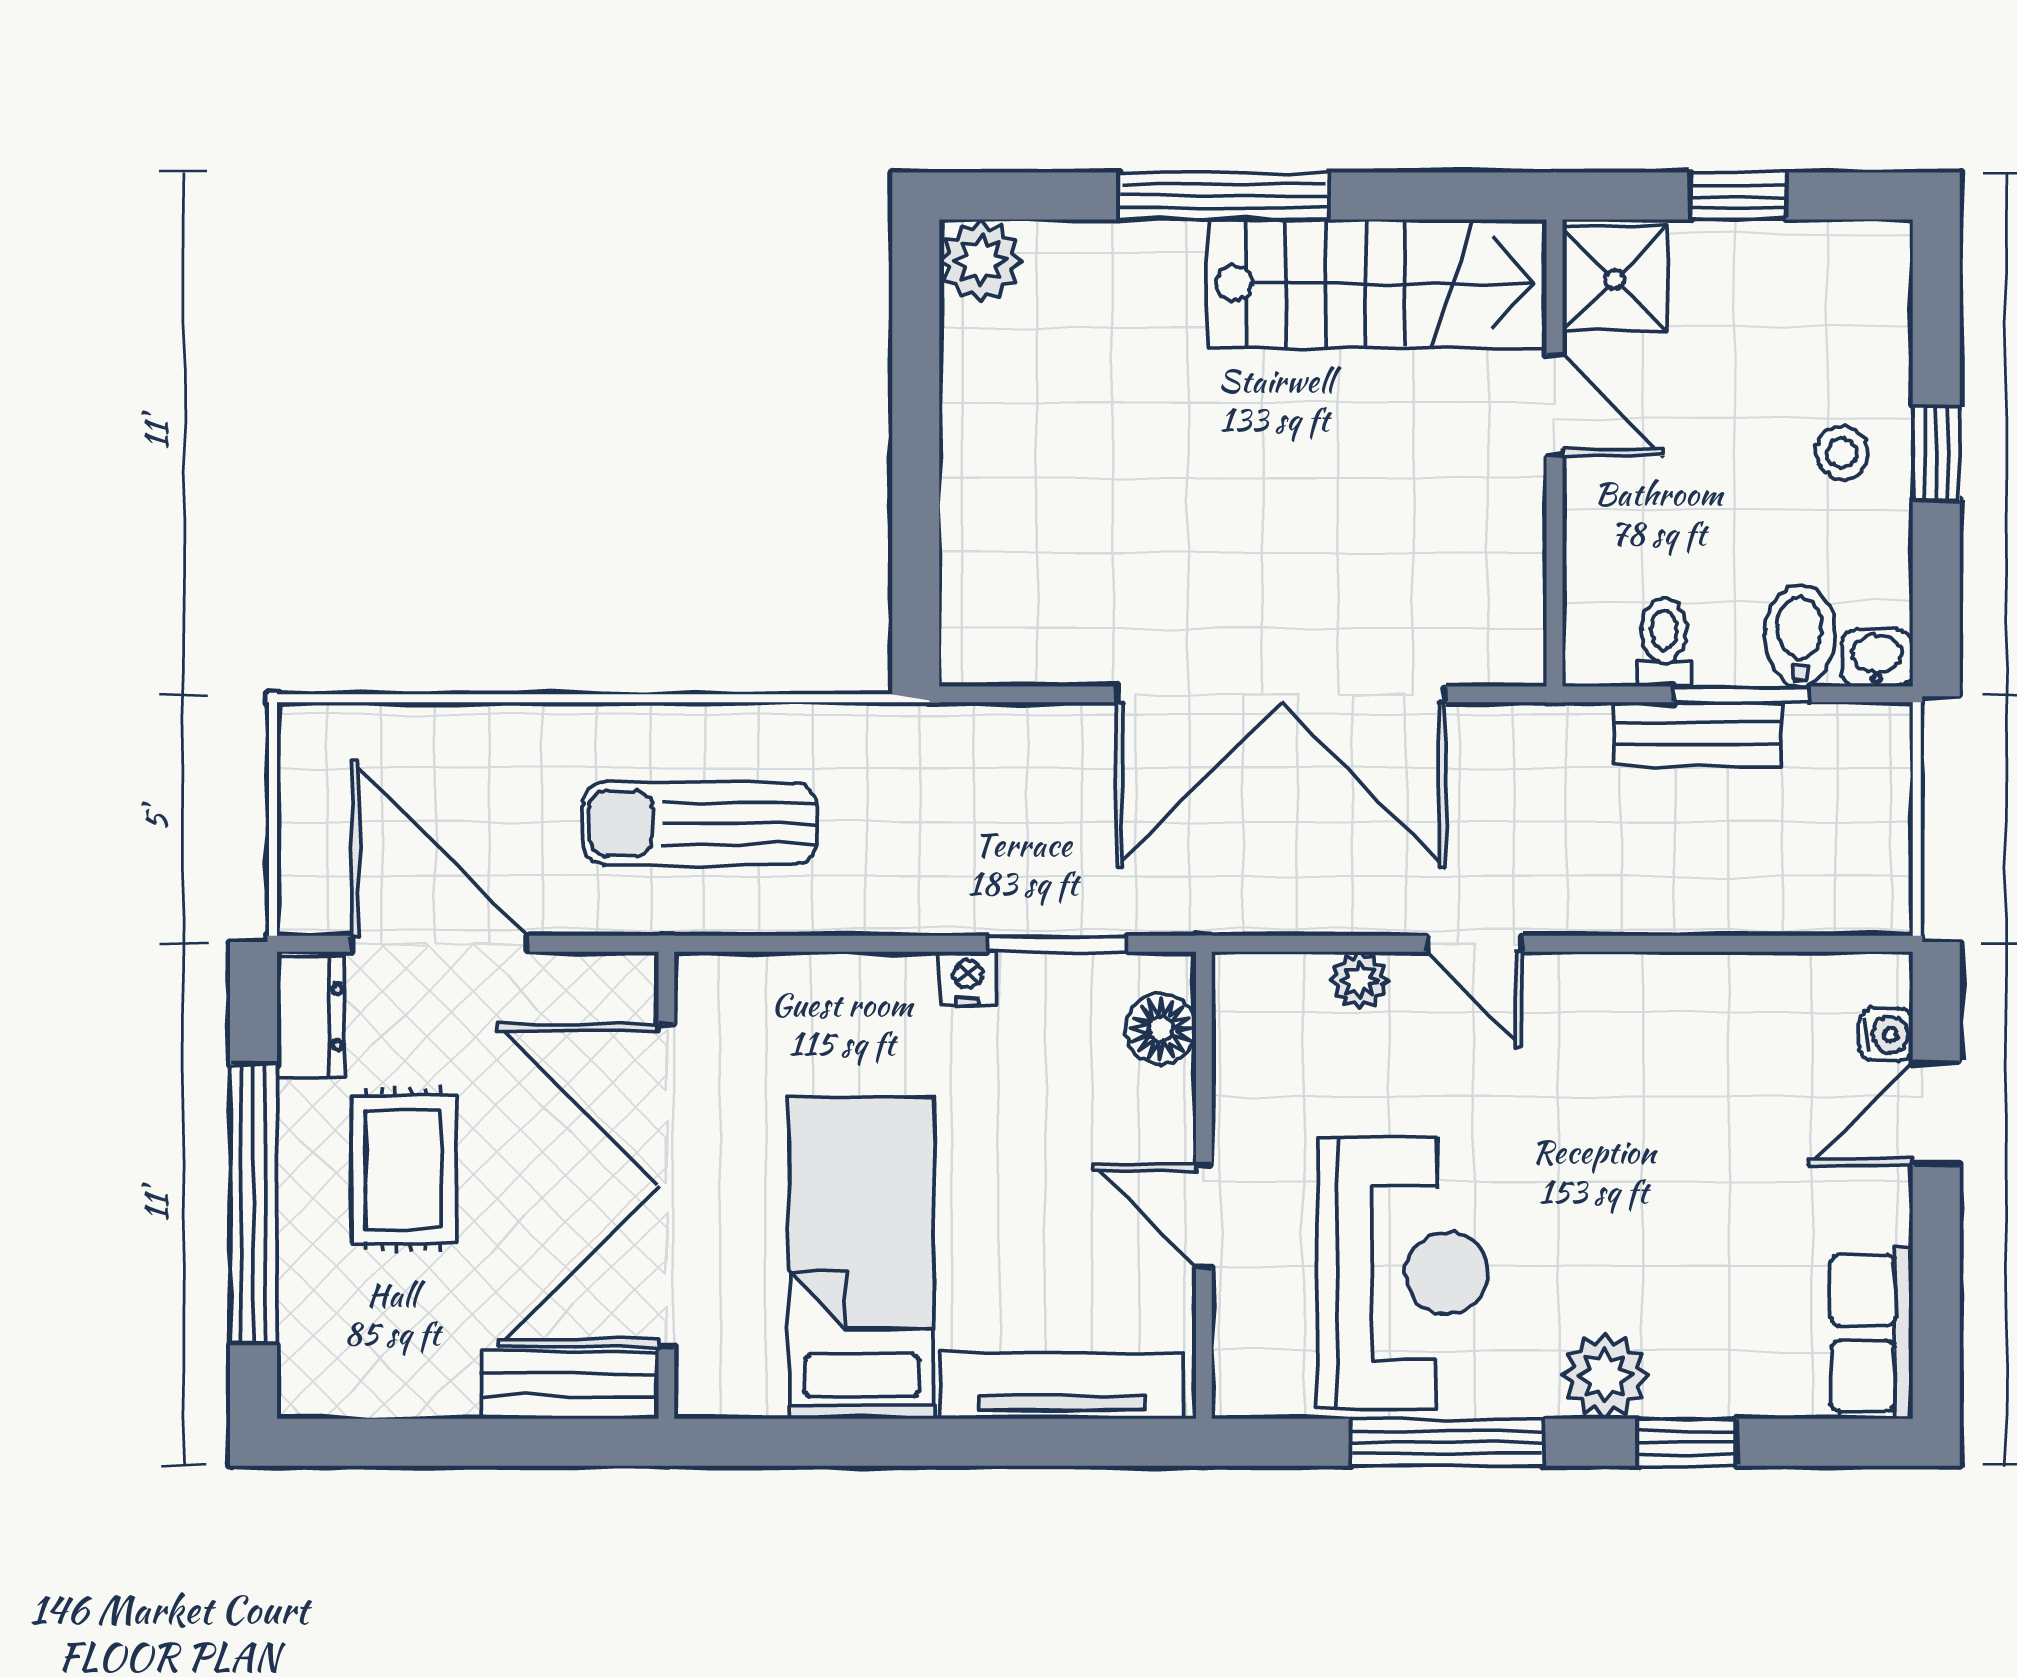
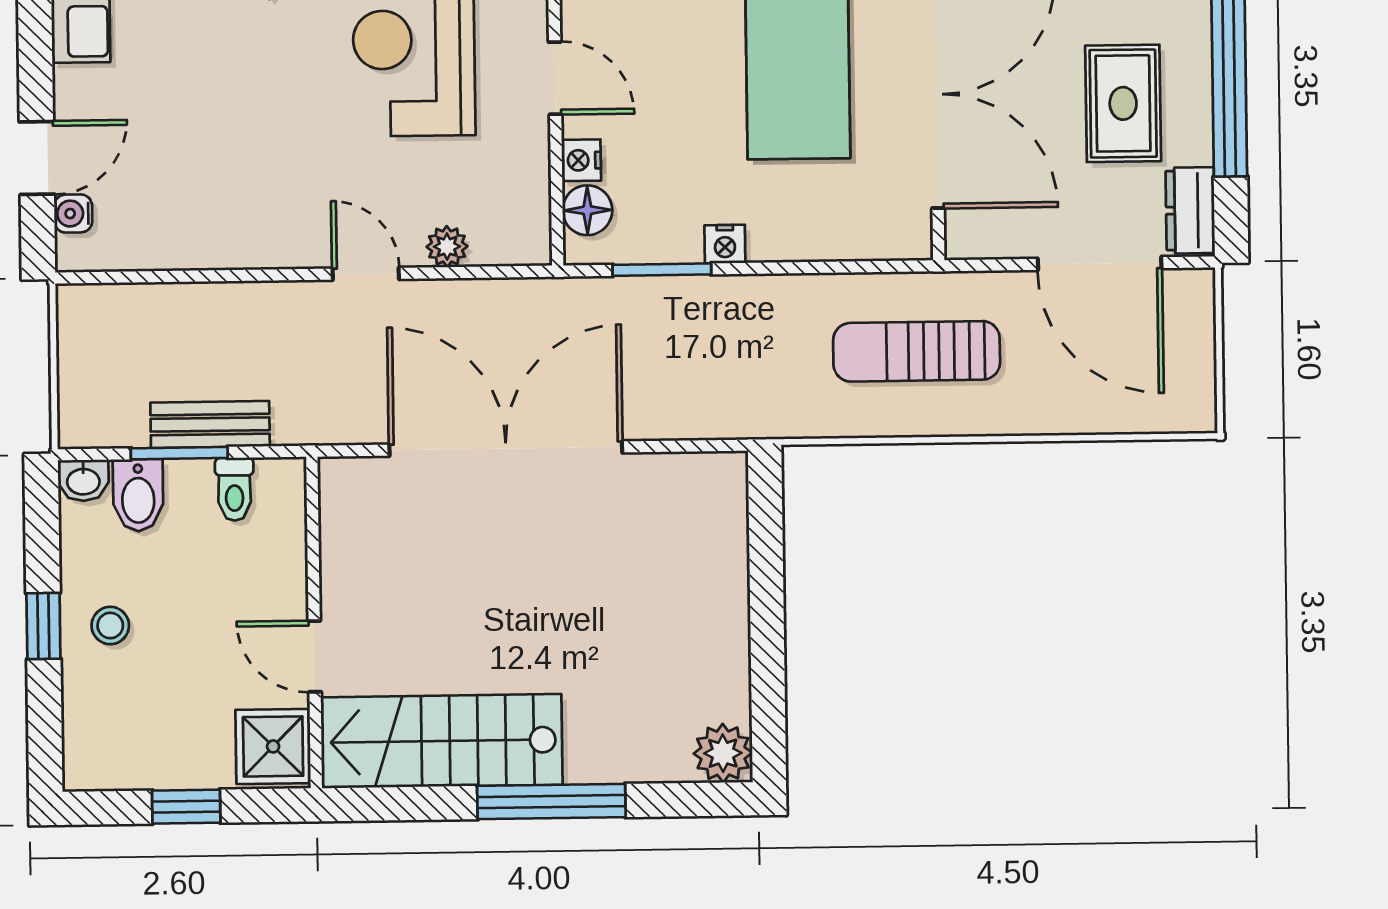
sun lounger: (700, 824) -> (917, 351), turned 180
nightstand: (1169, 1100) -> (581, 160), added

